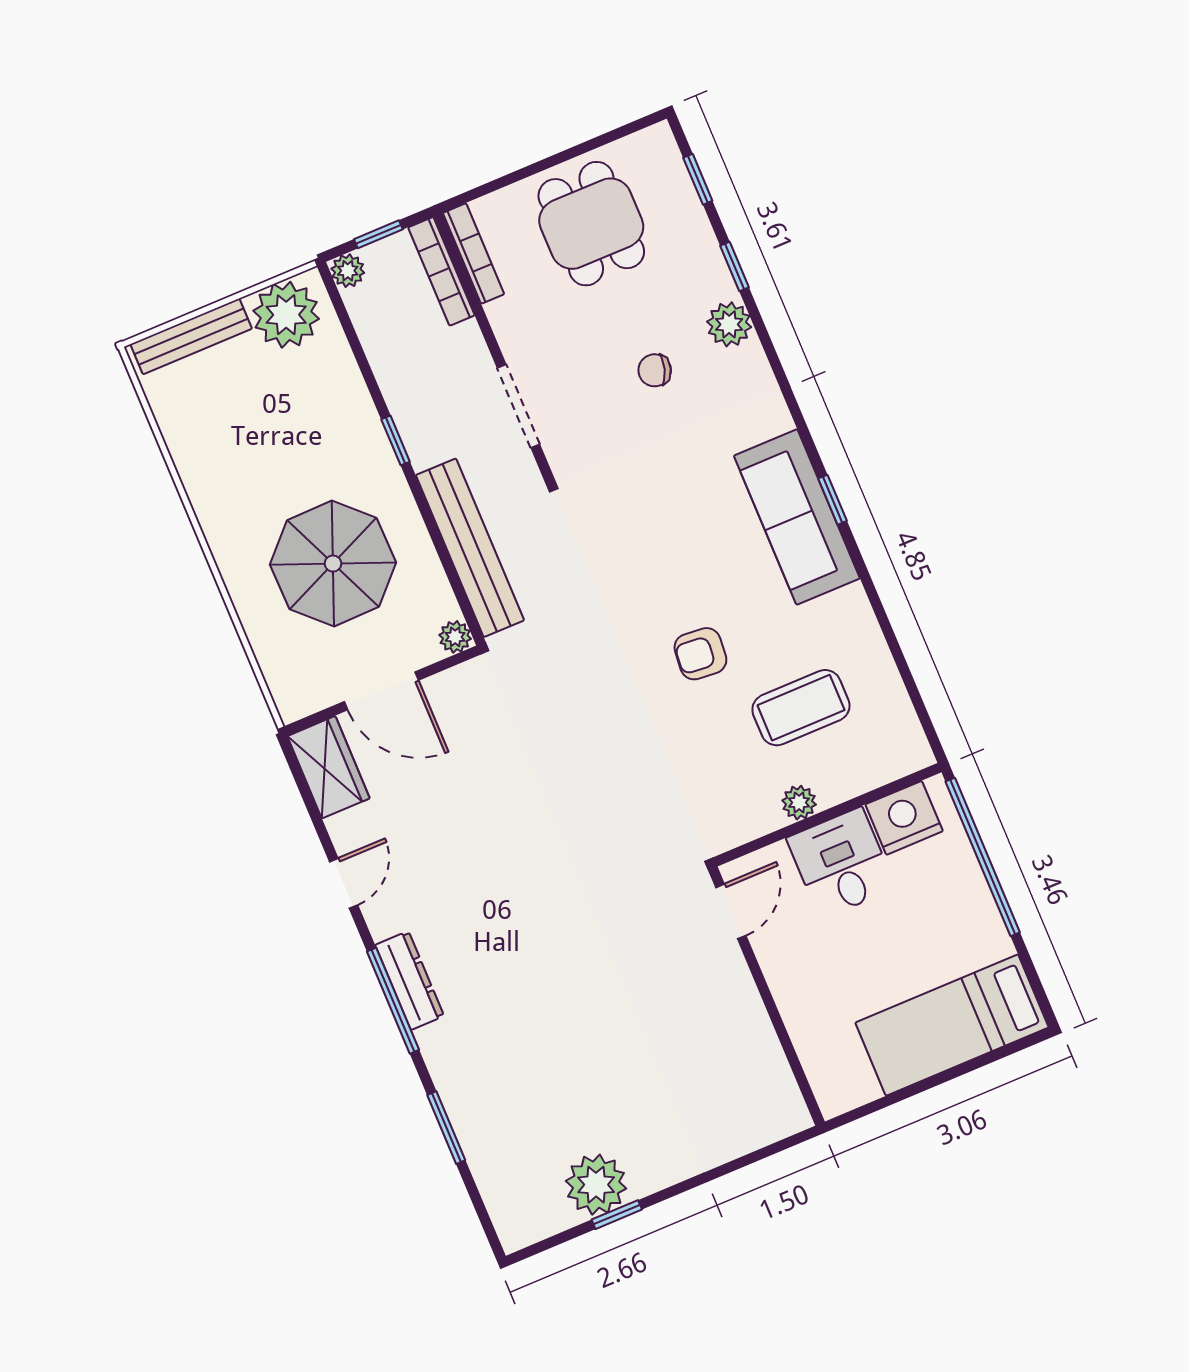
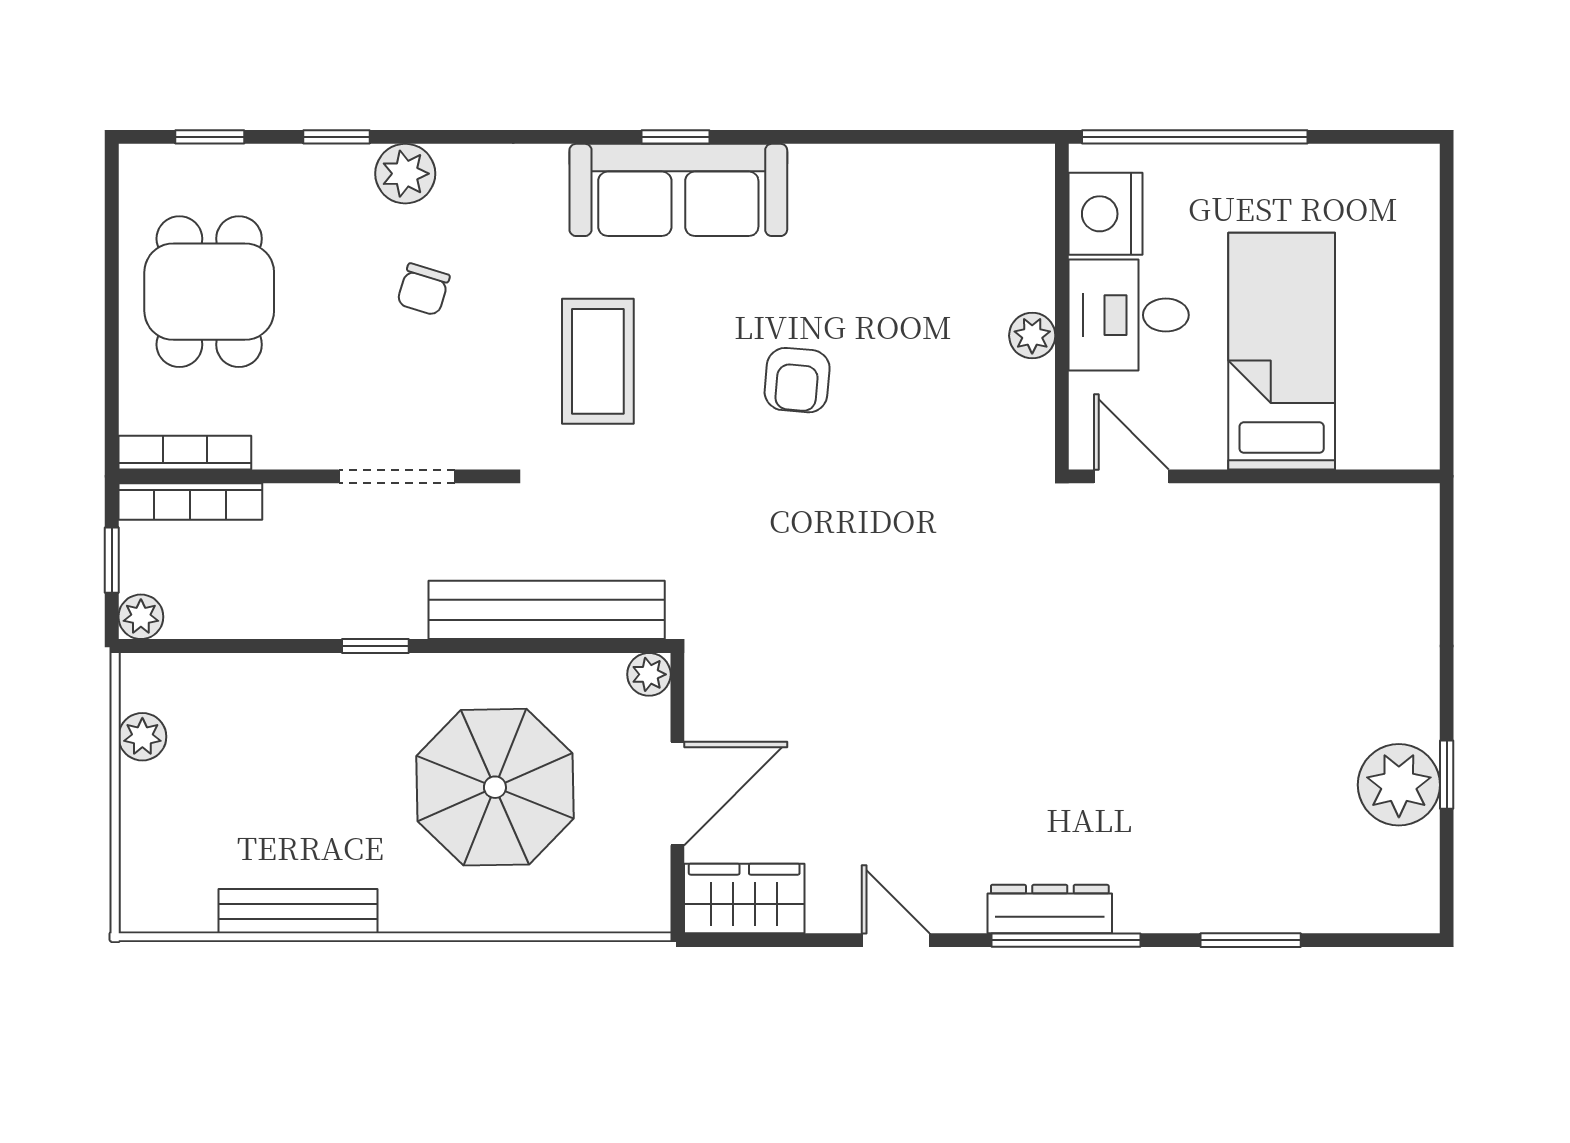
dining table: (591, 224) -> (209, 292), turned 90
plant: (286, 315) -> (142, 737), width x0.53, depth x0.53
bench: (191, 336) -> (298, 911), moved, turned 90
coffee table: (801, 708) -> (598, 361), moved
bed: (952, 1025) -> (1282, 351), moved, turned 180

